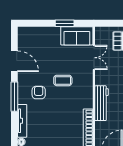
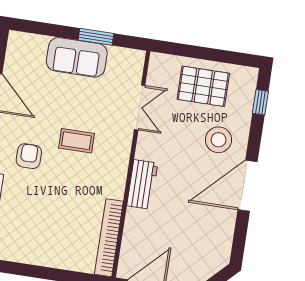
sofa: (77, 36) -> (77, 57), moved
workbench: (102, 103) -> (142, 184), width x0.73

